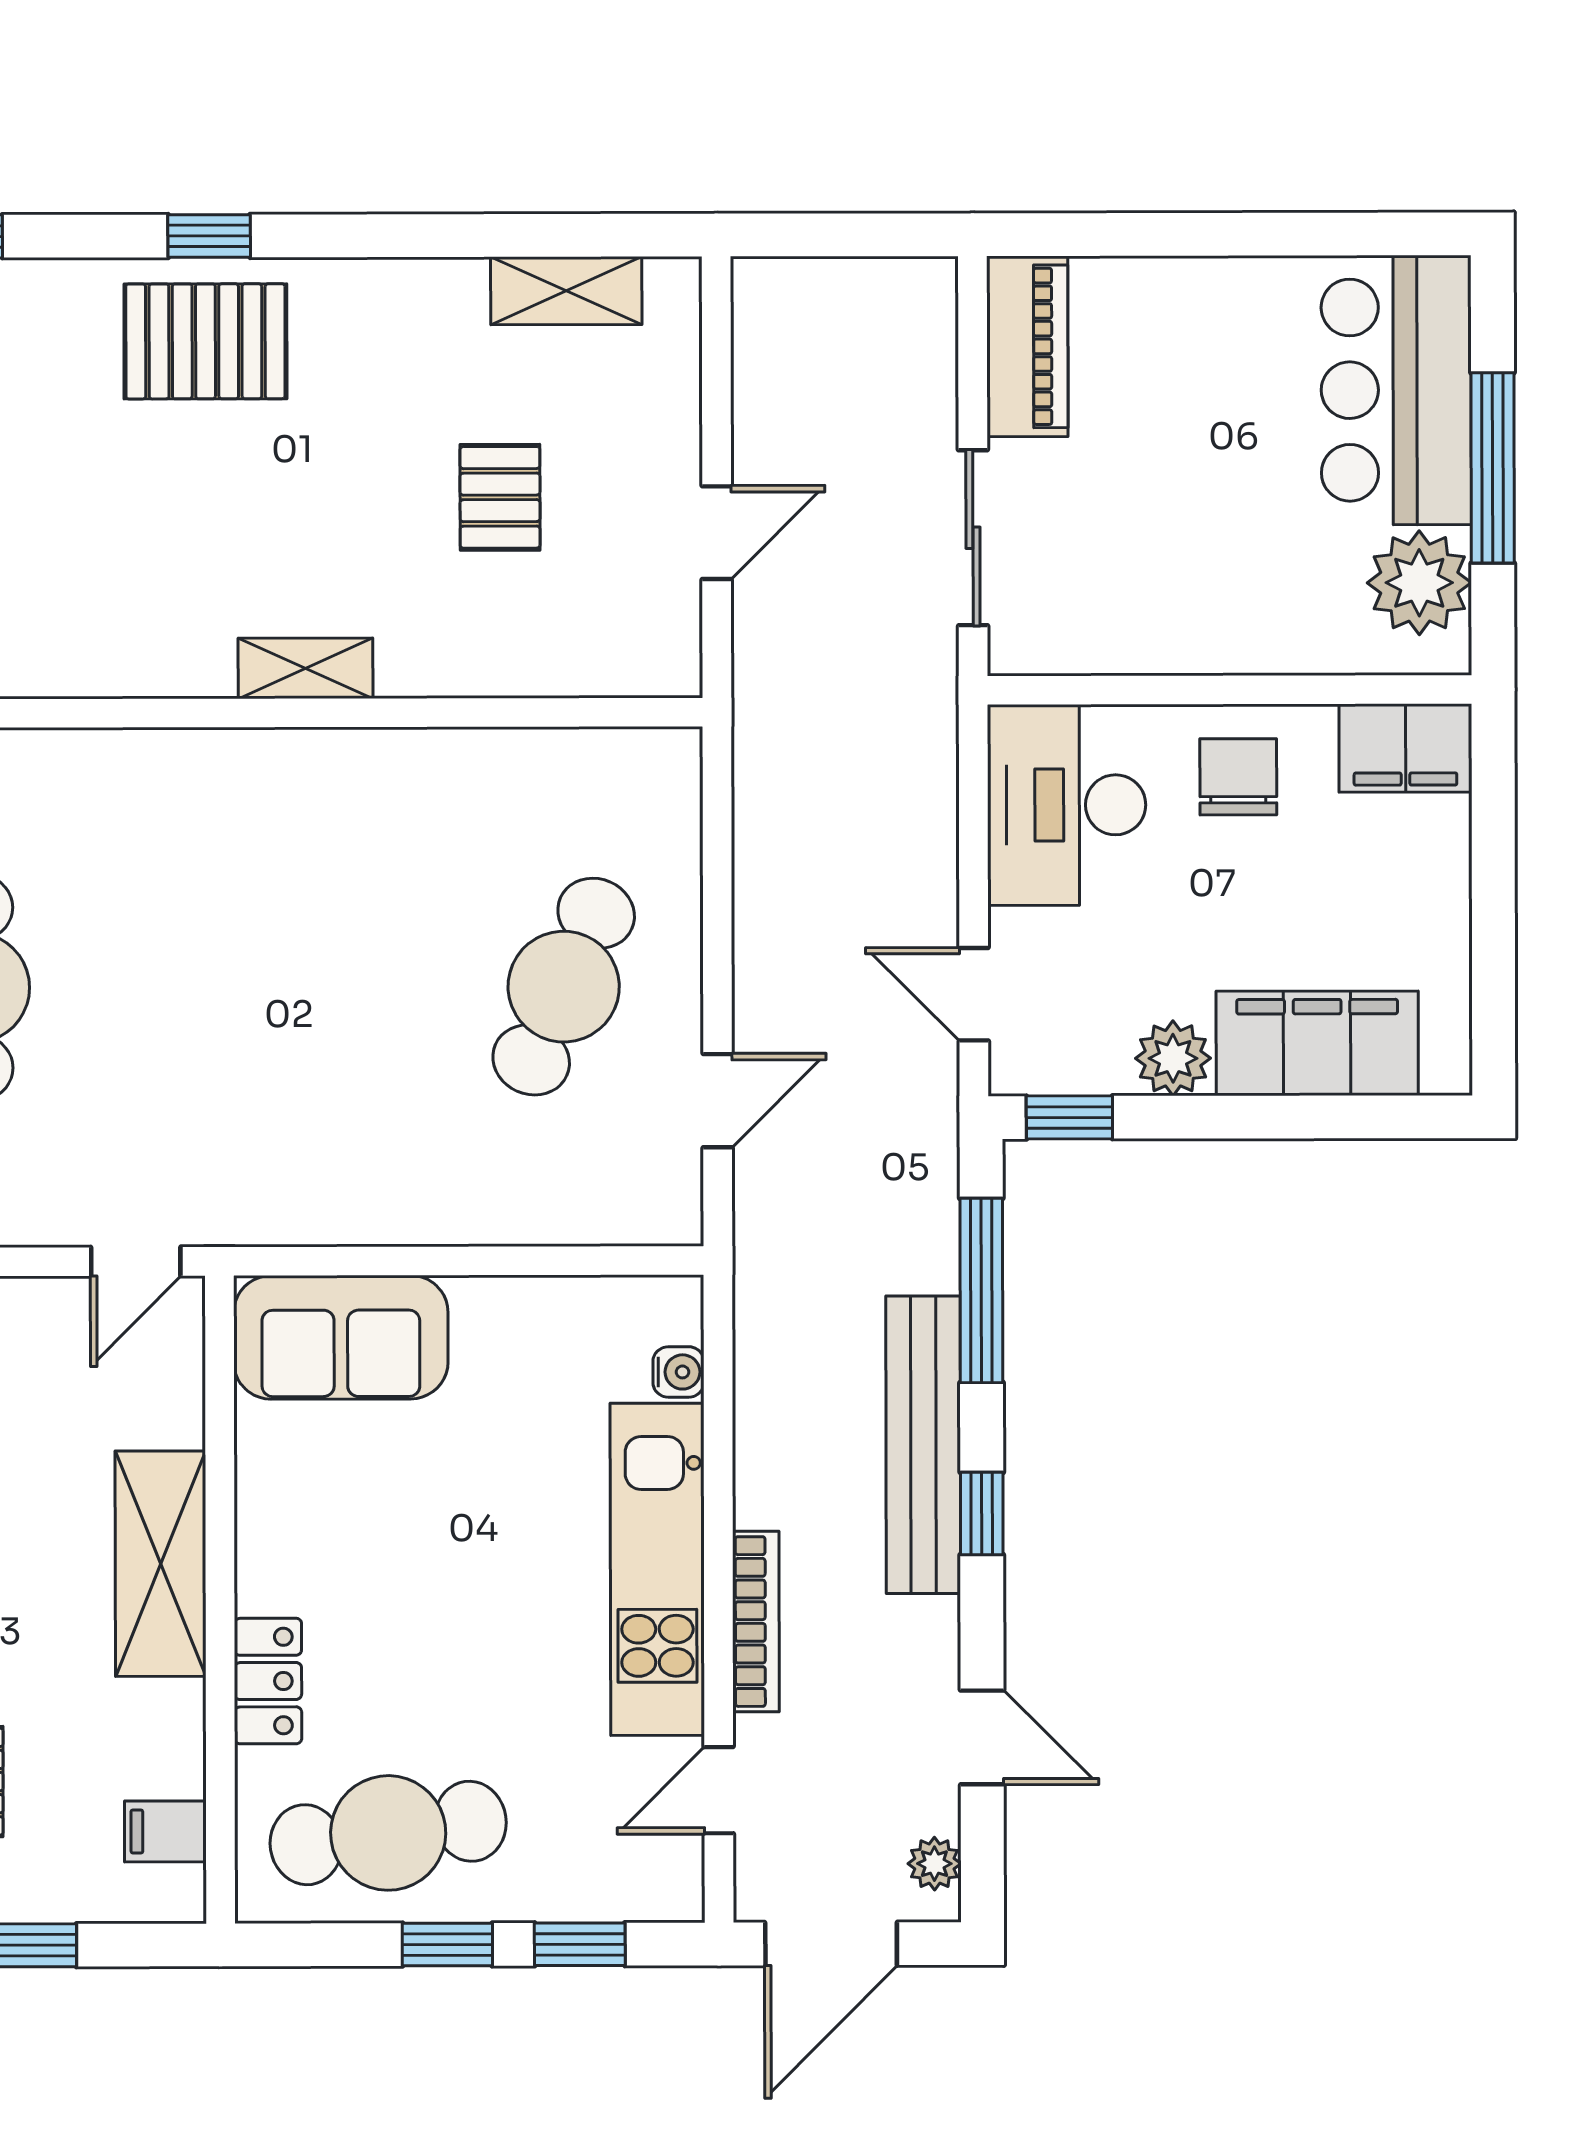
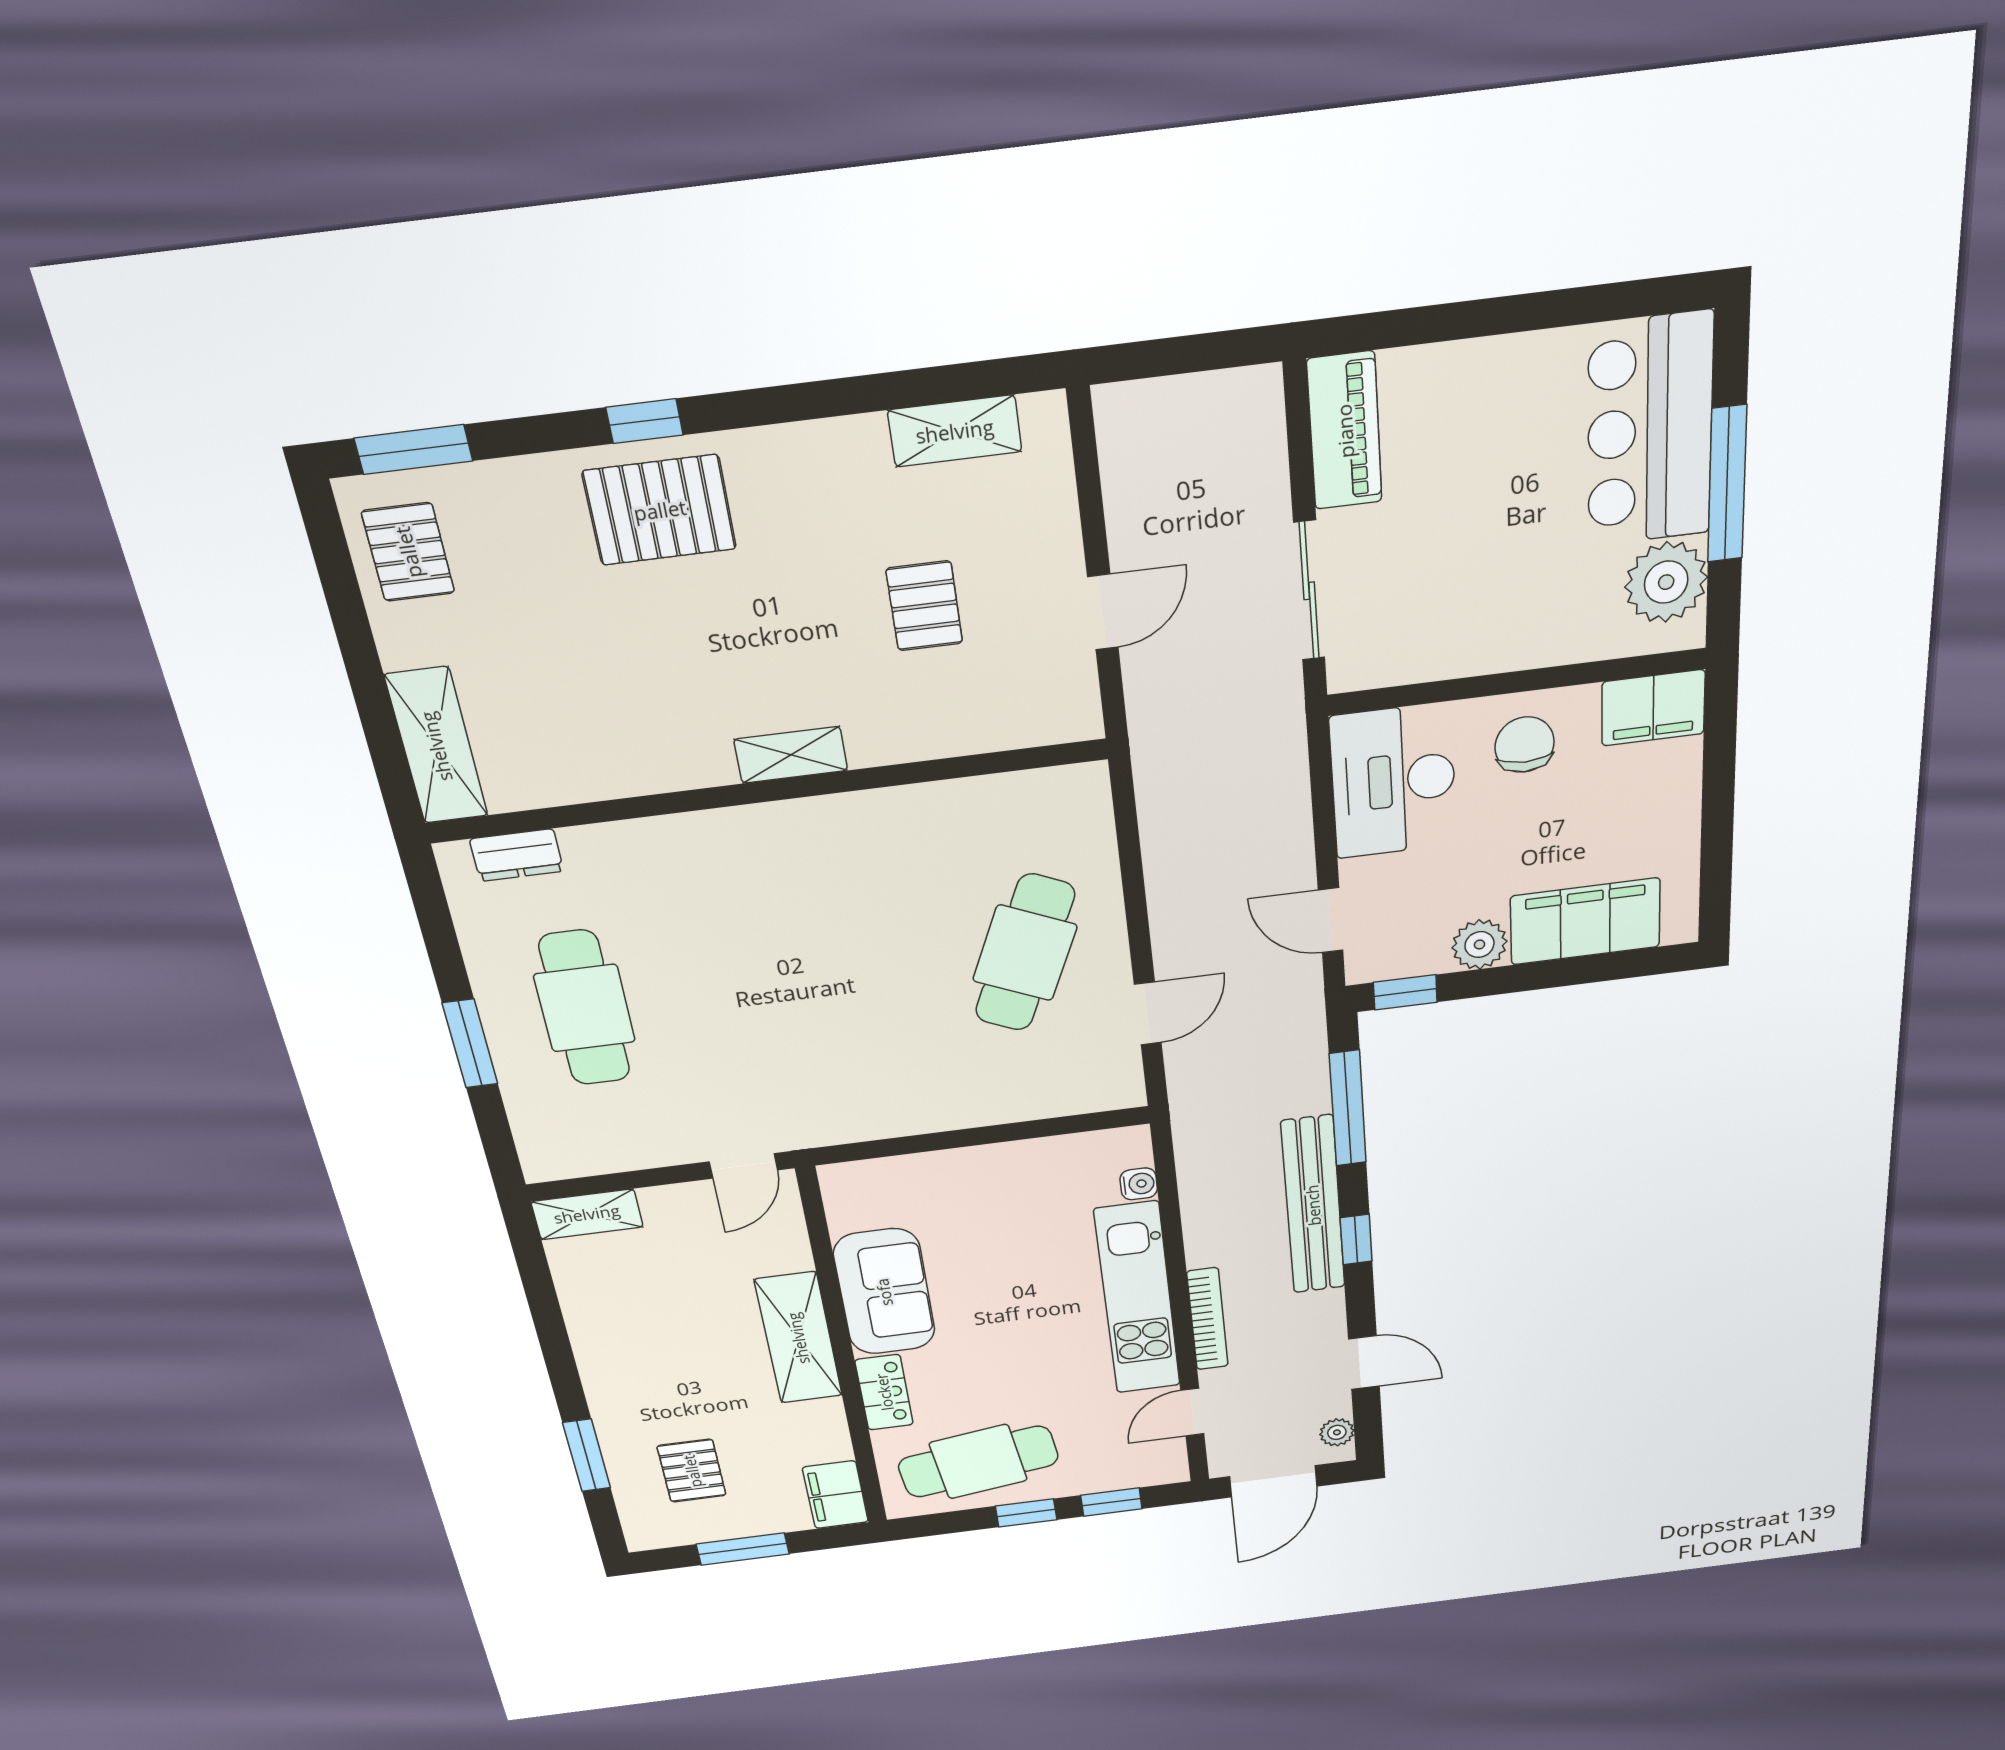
sofa: (341, 1337) -> (884, 1292), moved, turned -90
filing cabinet: (165, 1831) -> (835, 1495), width x2.00

